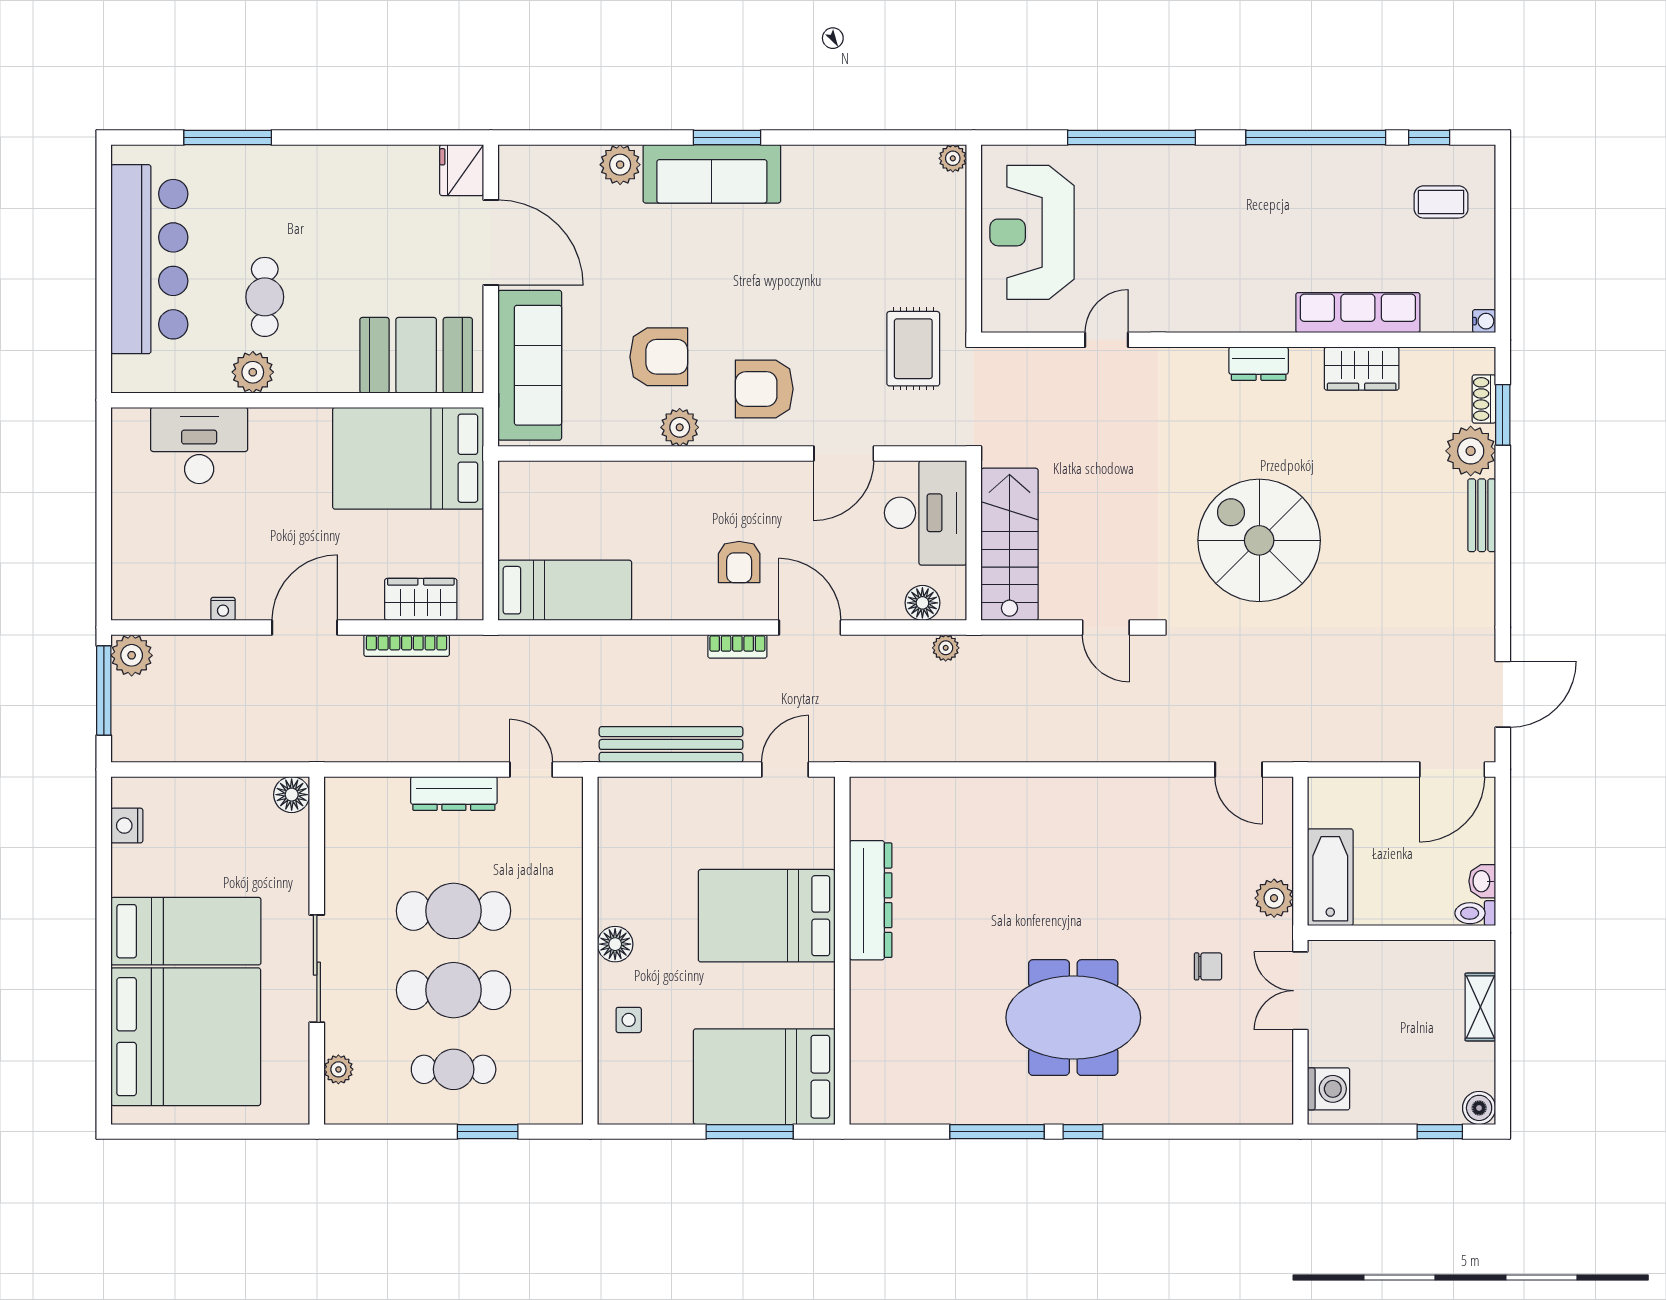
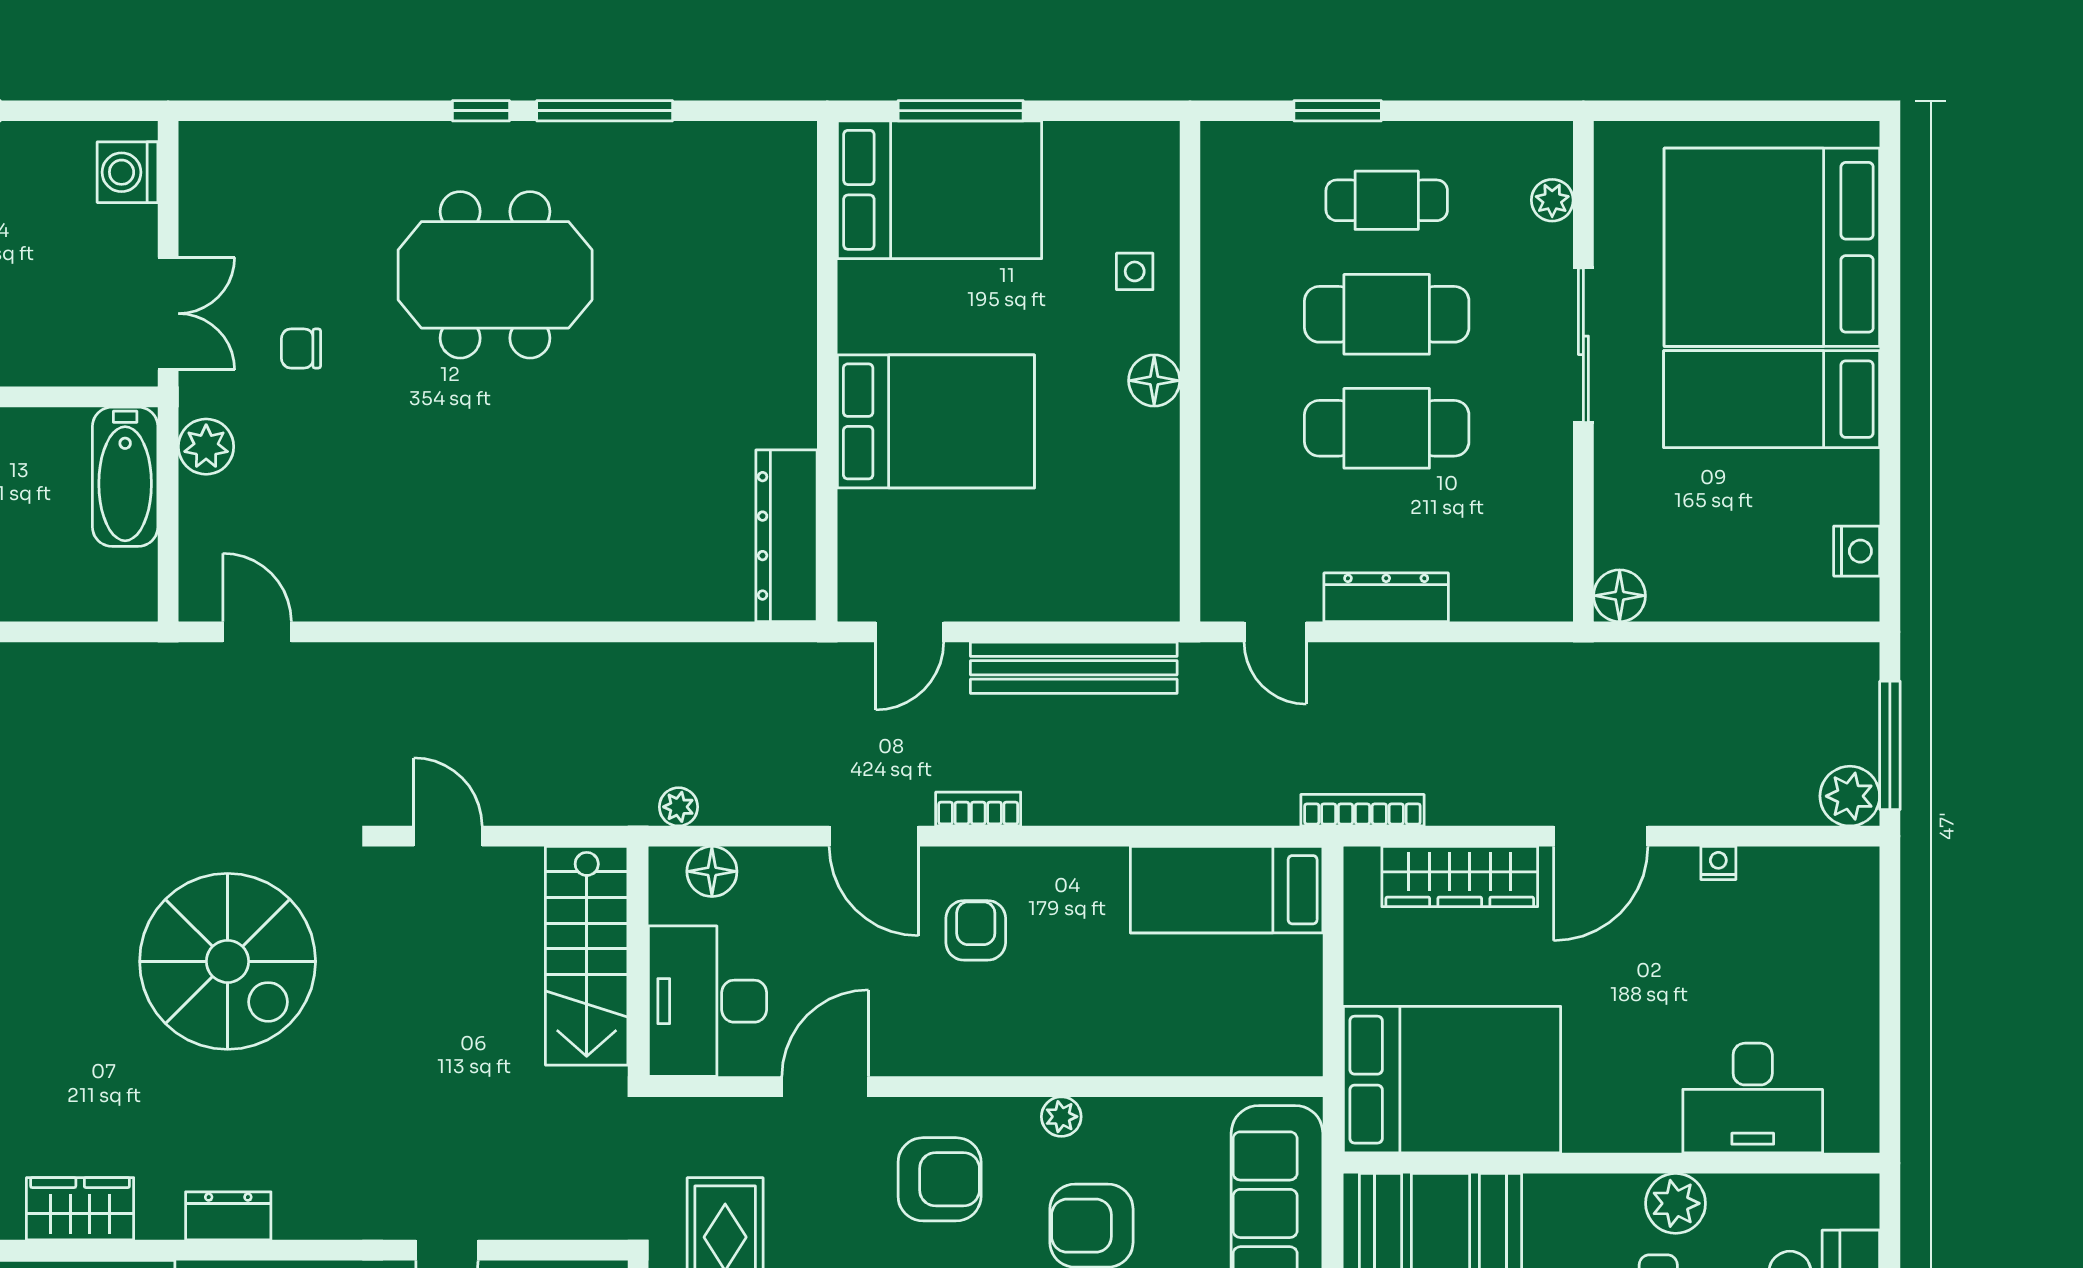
plant: (680, 427) -> (1061, 1117), width x0.73, depth x0.73
wardrobe: (421, 599) -> (1460, 877), width x1.50
bookcase: (407, 645) -> (1362, 810), moved
dresser: (871, 900) -> (786, 536), moved

